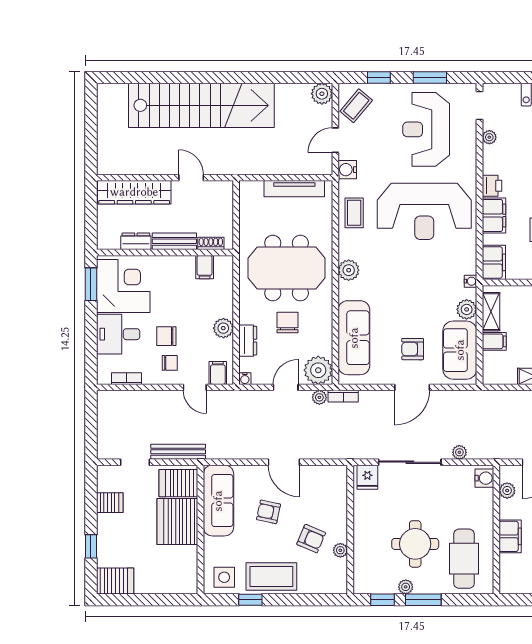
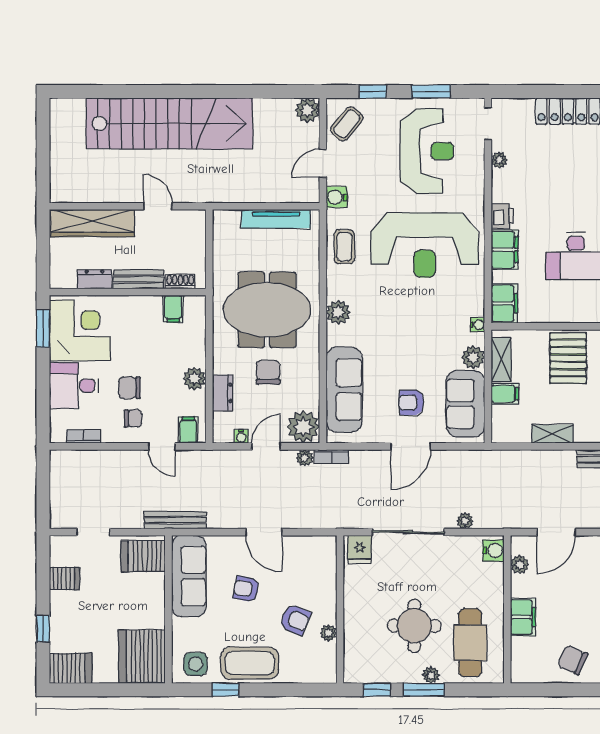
reception desk: (426, 129) -> (427, 151), turned 180
water cooler: (245, 379) -> (241, 436), moved
bench: (178, 452) -> (175, 520), moved
server rack: (177, 522) -> (142, 657), moved
plant: (406, 587) -> (431, 675), moved

